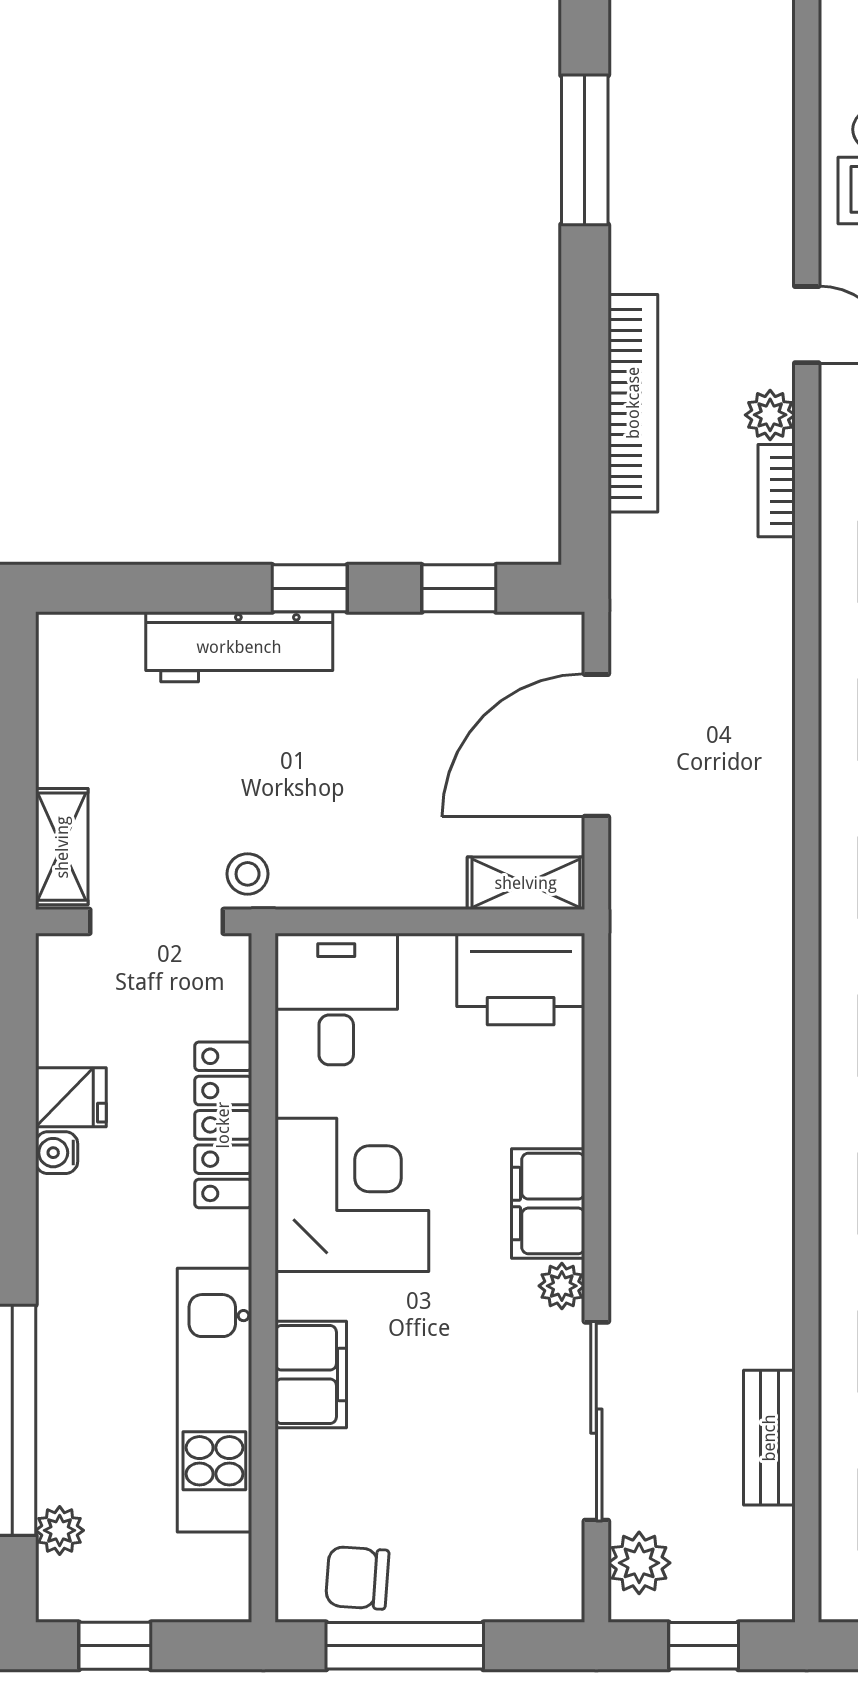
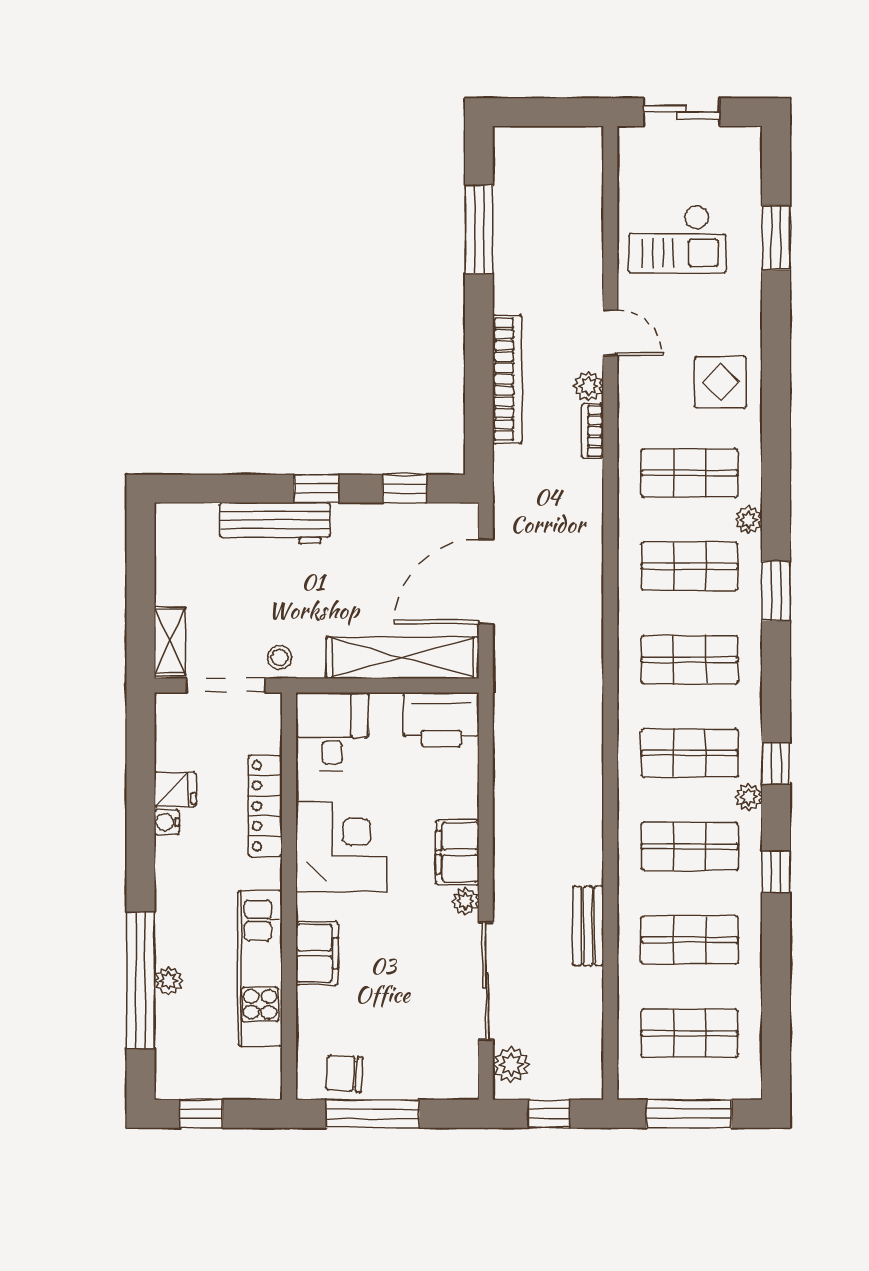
shelving: (526, 883) -> (403, 658), width x2.20, depth x1.33
bench: (769, 1438) -> (588, 926), moved
plant: (60, 1530) -> (169, 981), moved

